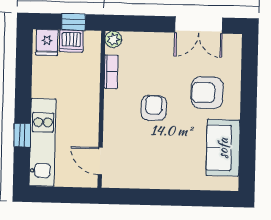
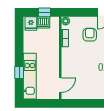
armchair: (154, 108) -> (90, 35), moved
door: (100, 161) -> (60, 85), swing flipped

